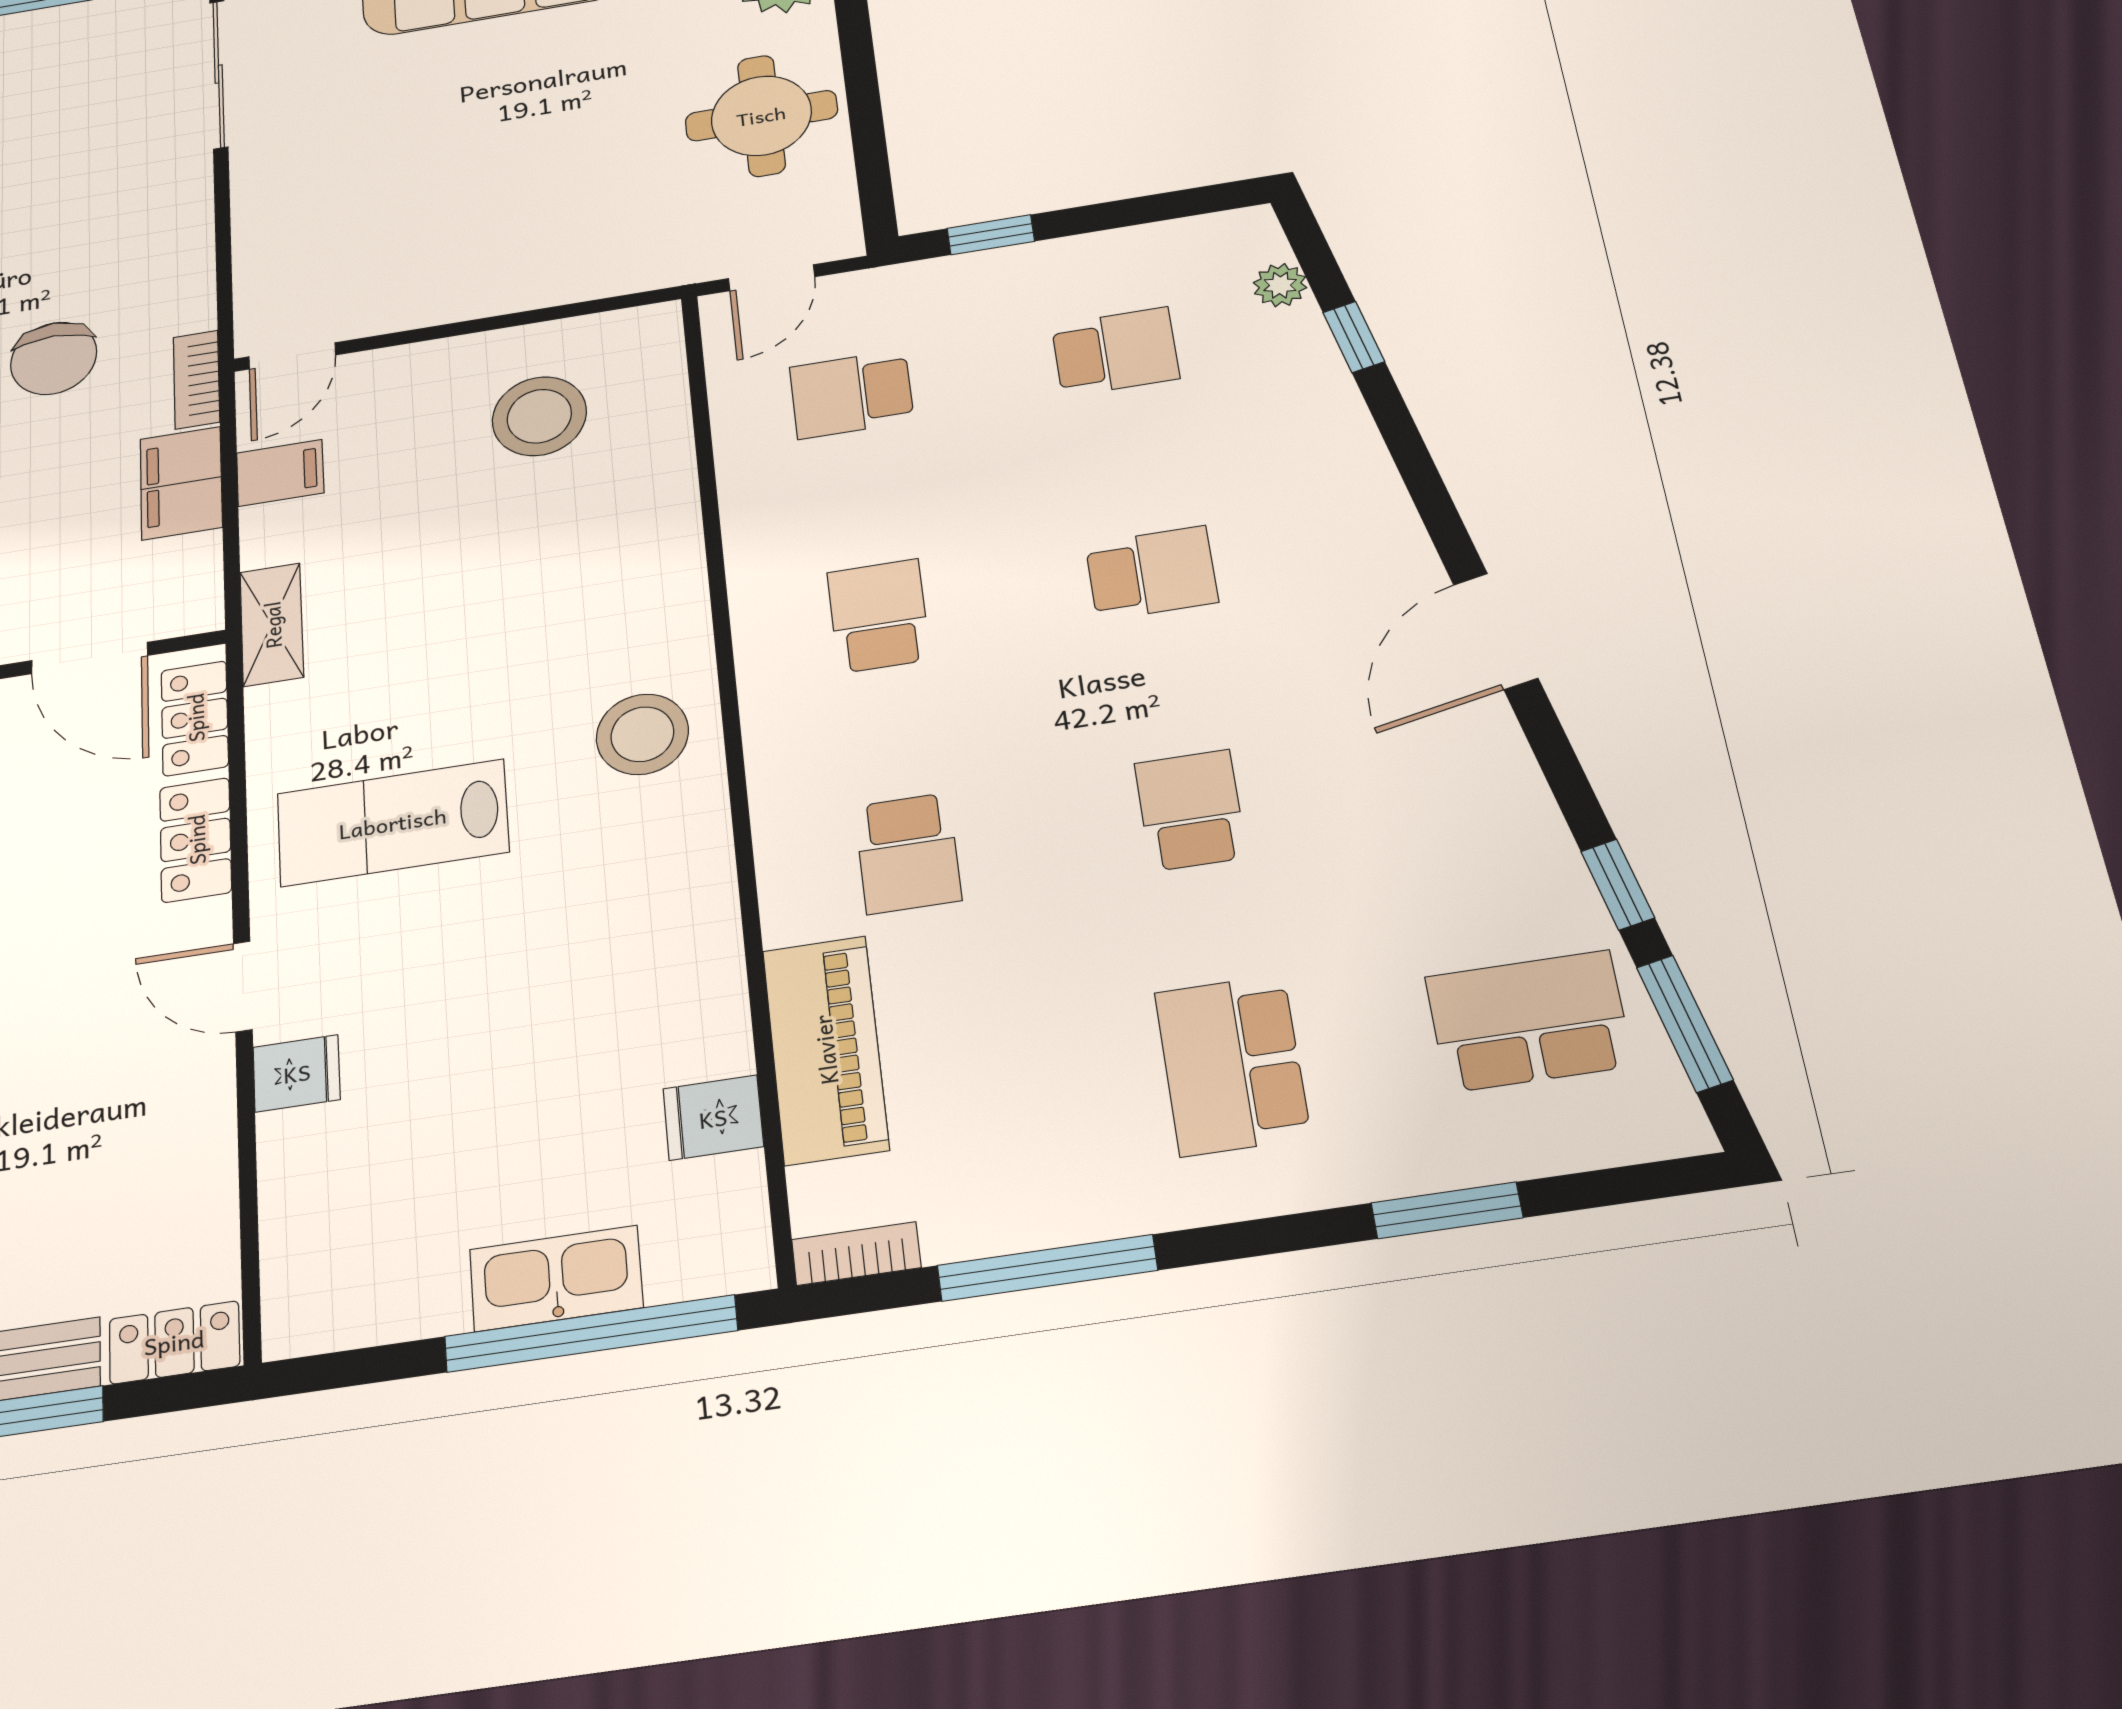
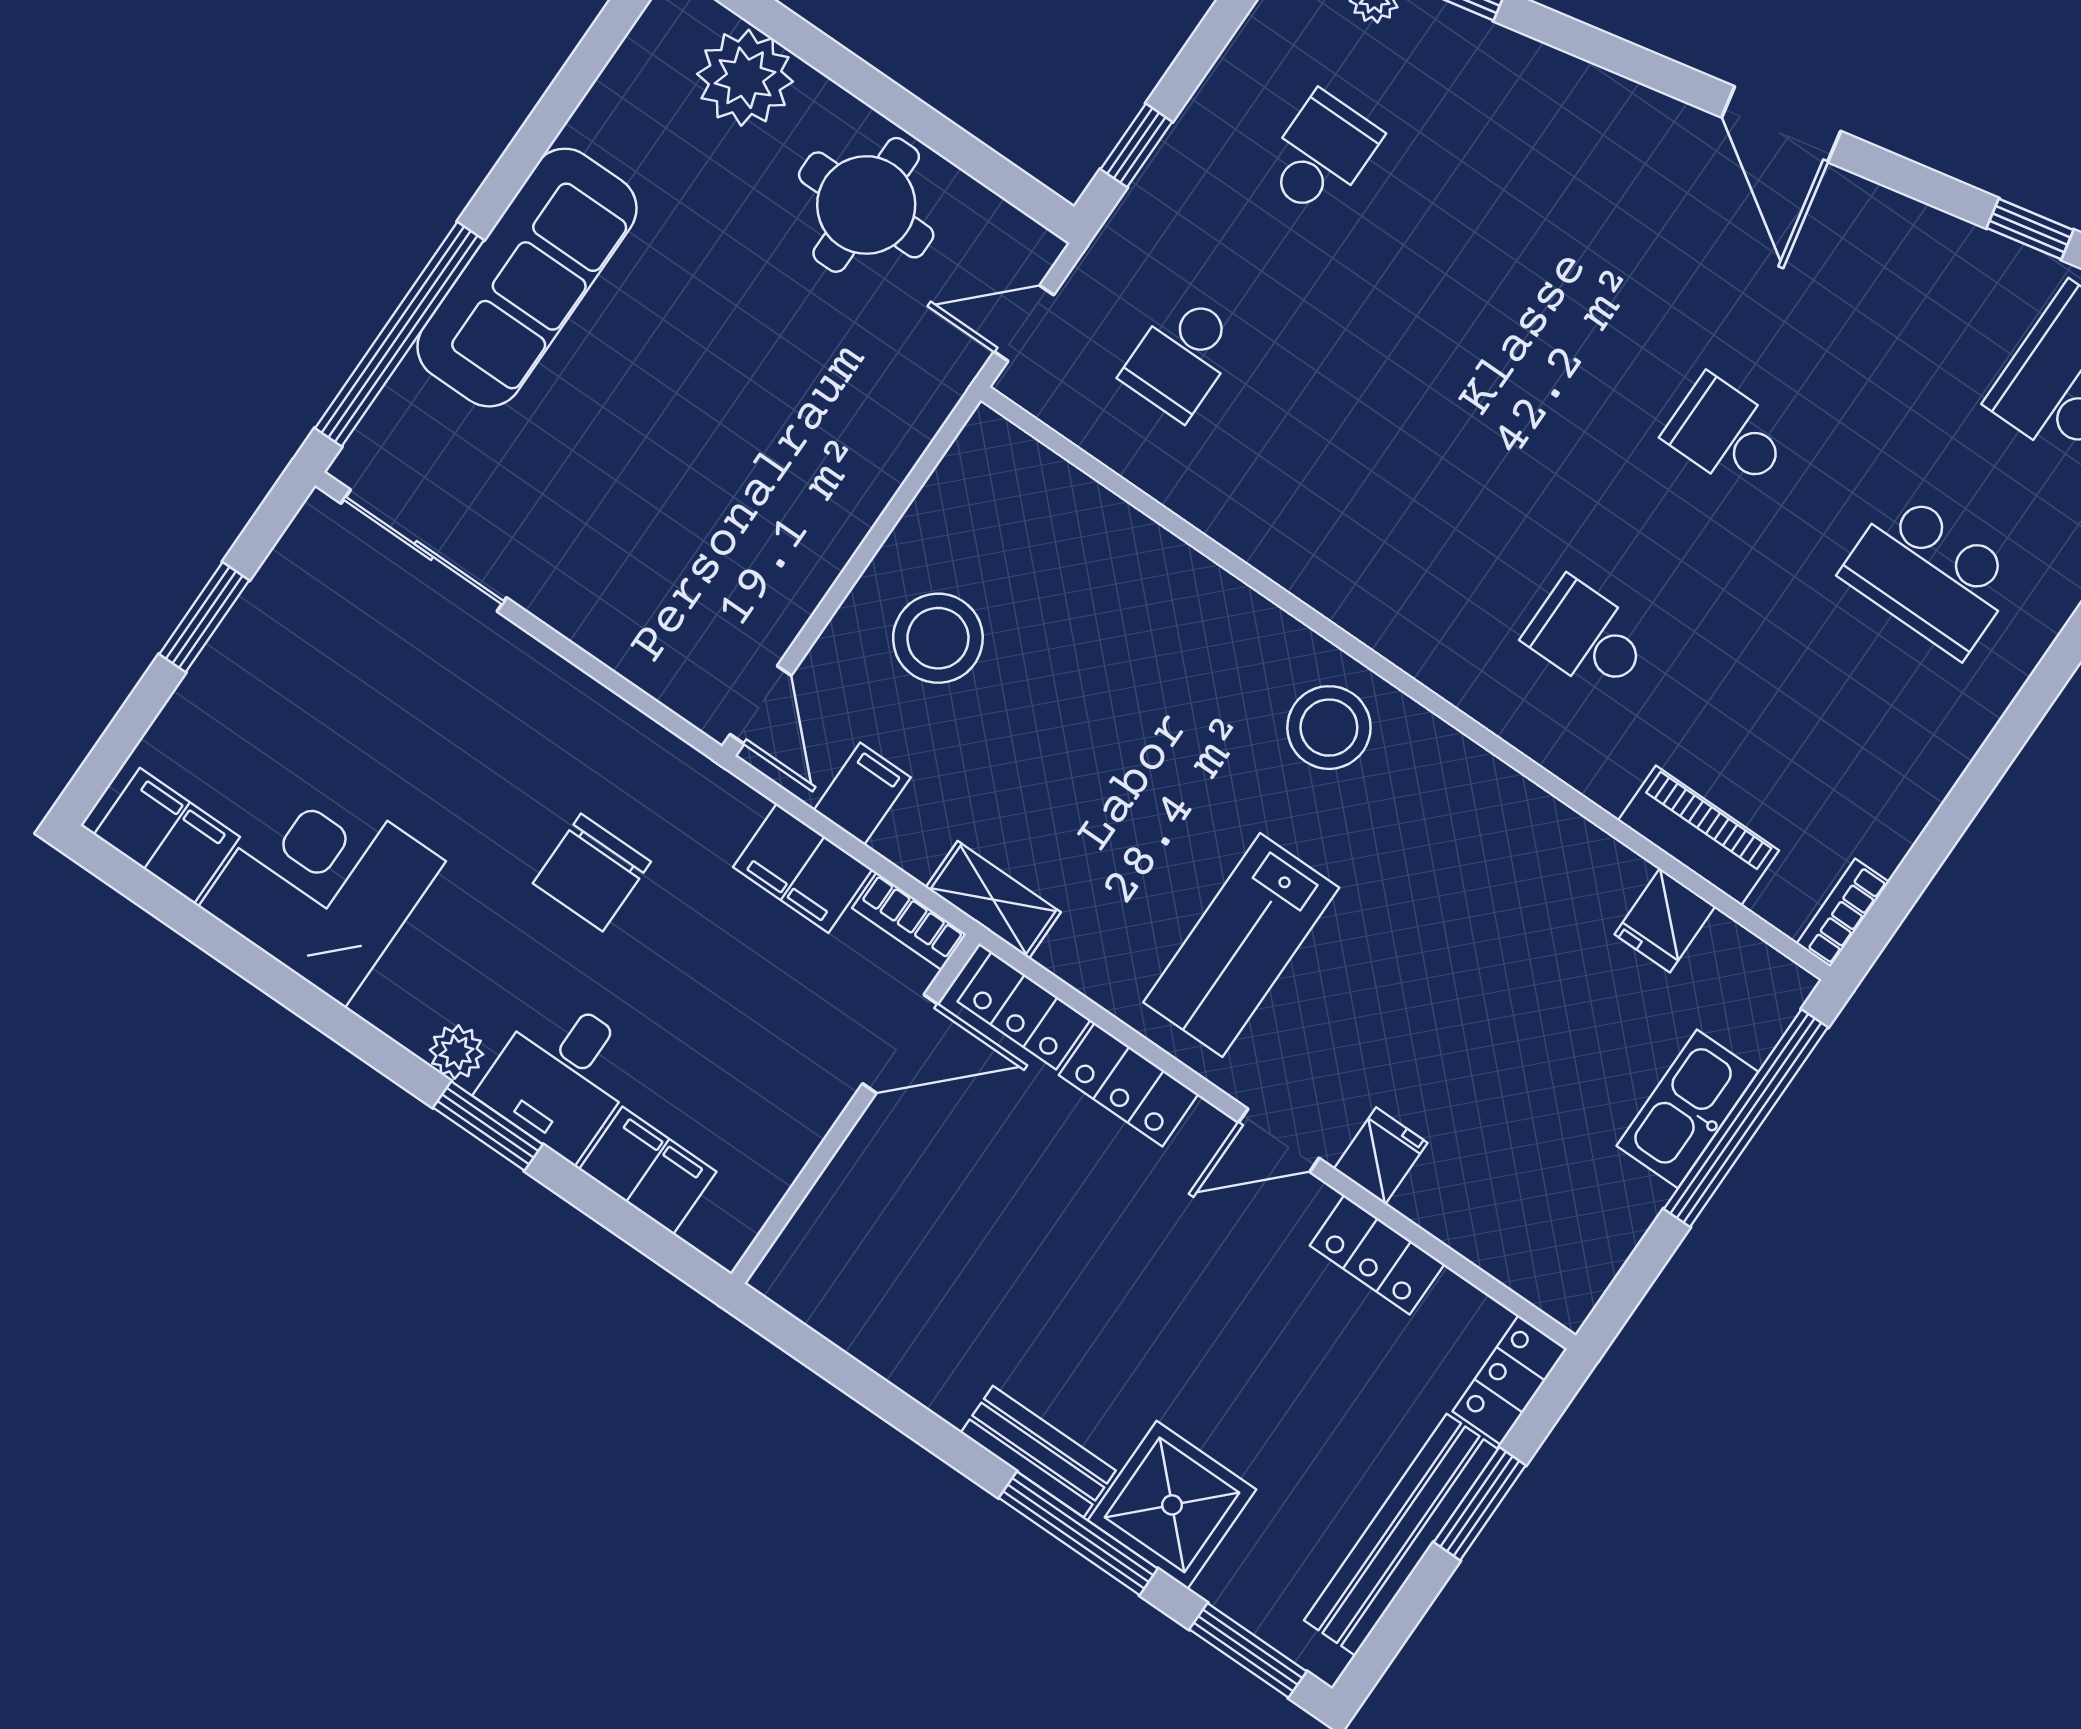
door: (772, 278) -> (1024, 323), swing flipped
chair: (54, 358) -> (592, 873), turned 90
bookcase: (197, 380) -> (909, 921), moved
stool: (539, 416) -> (938, 638), moved
school desk: (1152, 573) -> (1524, 294), removed
school desk: (879, 616) -> (1384, 497), removed
school desk: (908, 853) -> (1587, 637), turned 180
piano: (825, 1050) -> (1698, 835), width x0.73, depth x0.75
locker: (203, 1143) -> (1377, 1255), added
window: (1047, 1268) -> (1960, 807), removed

